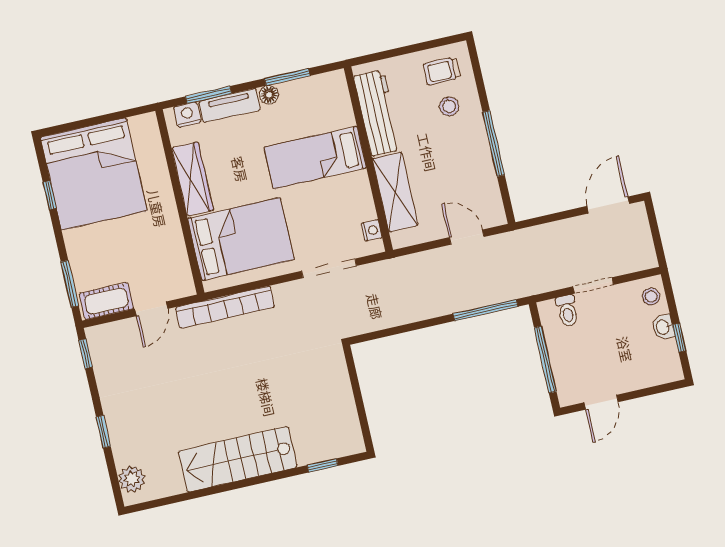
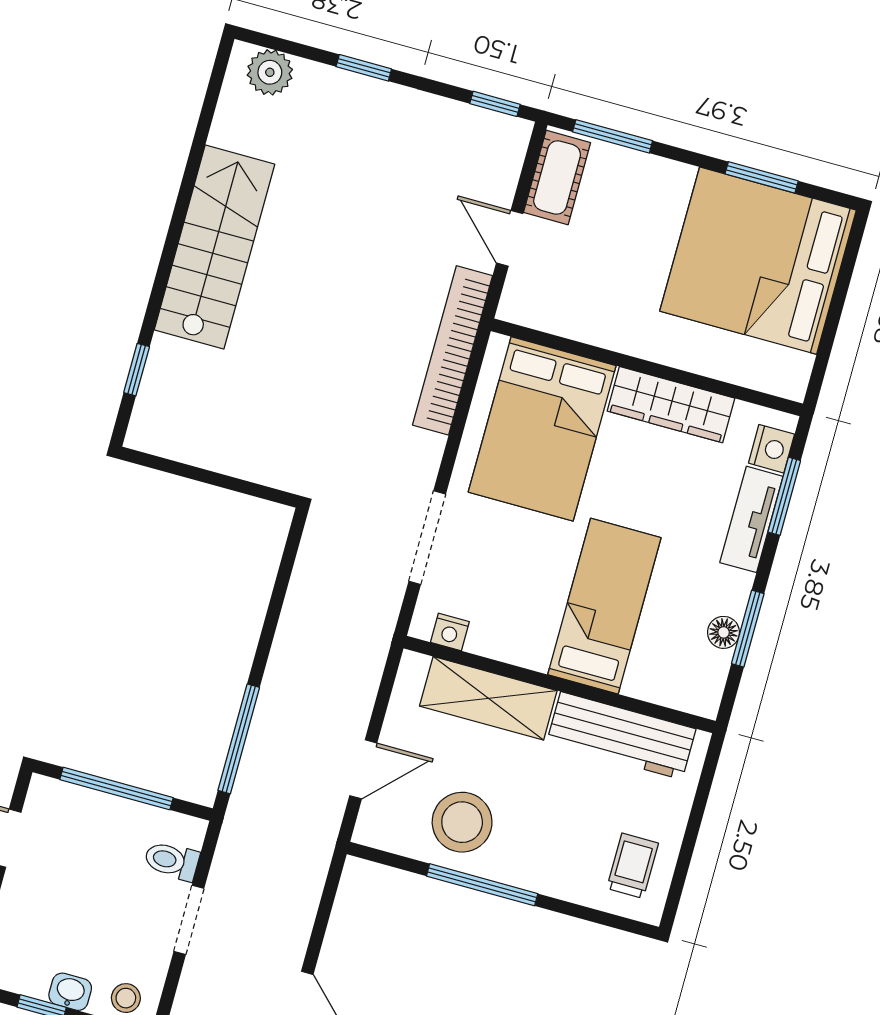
floor lamp: (269, 95) -> (724, 632), moved
stool: (449, 106) -> (462, 822), moved, width x1.89, depth x1.89
window: (50, 195) -> (762, 177), width x1.50

